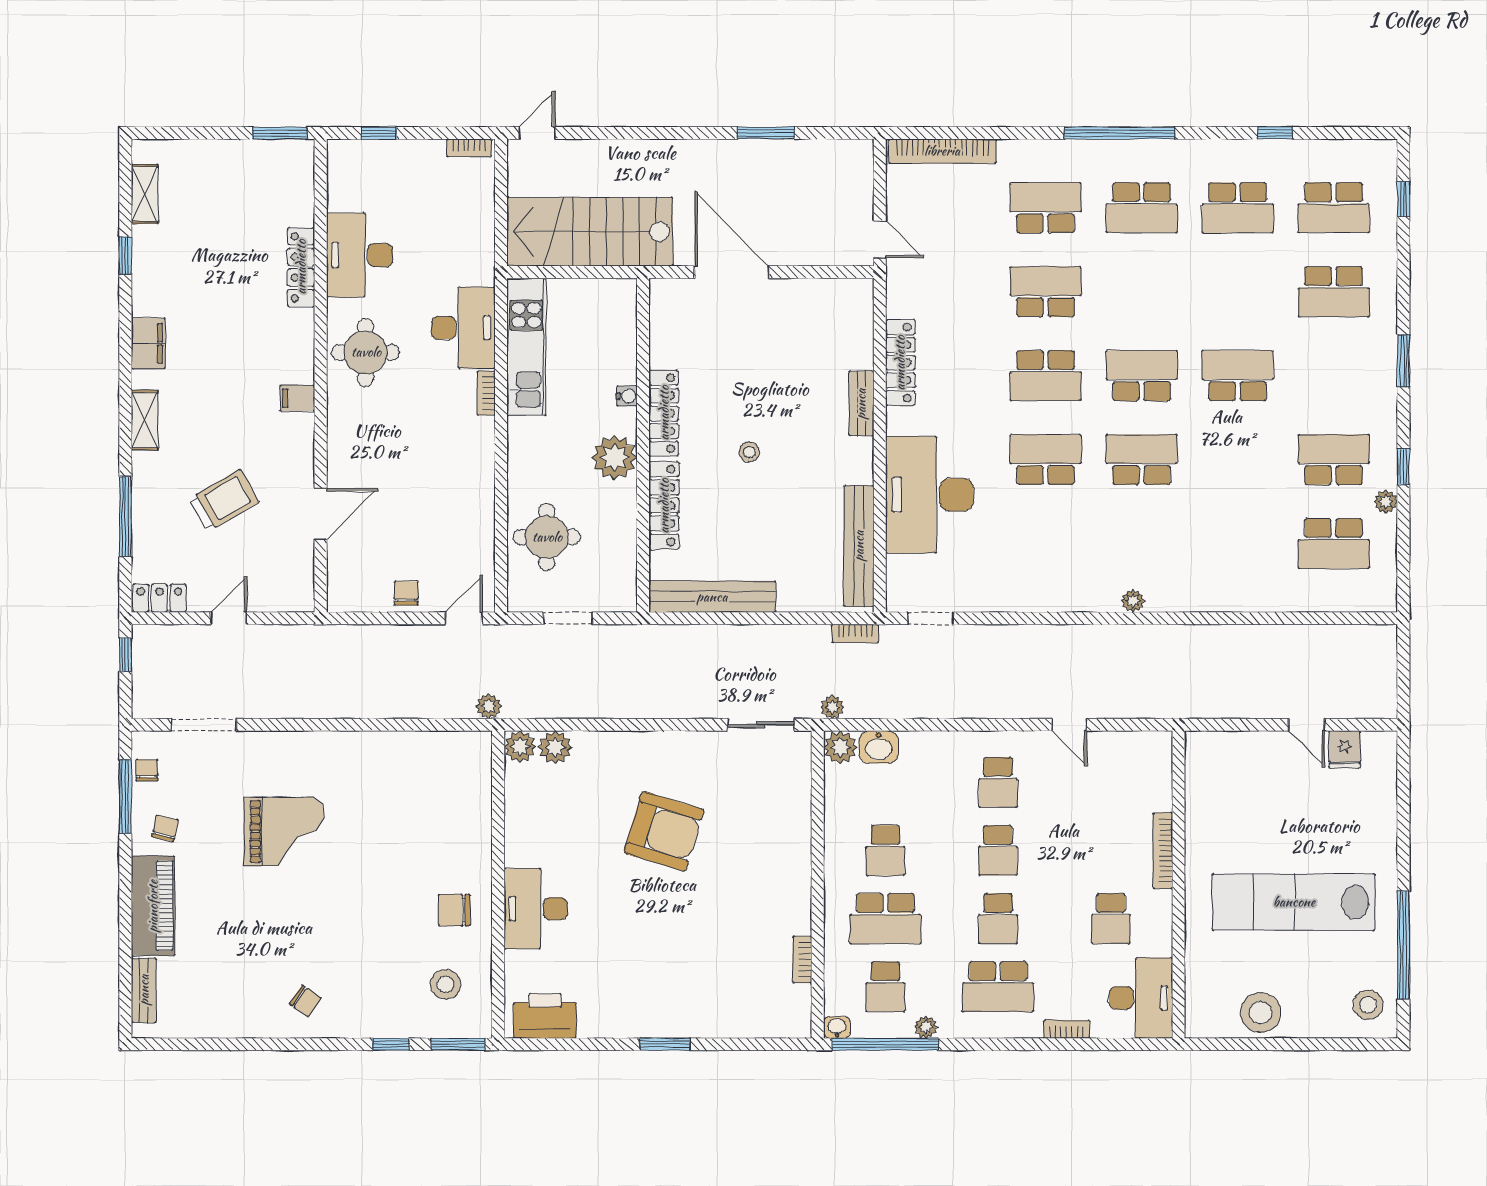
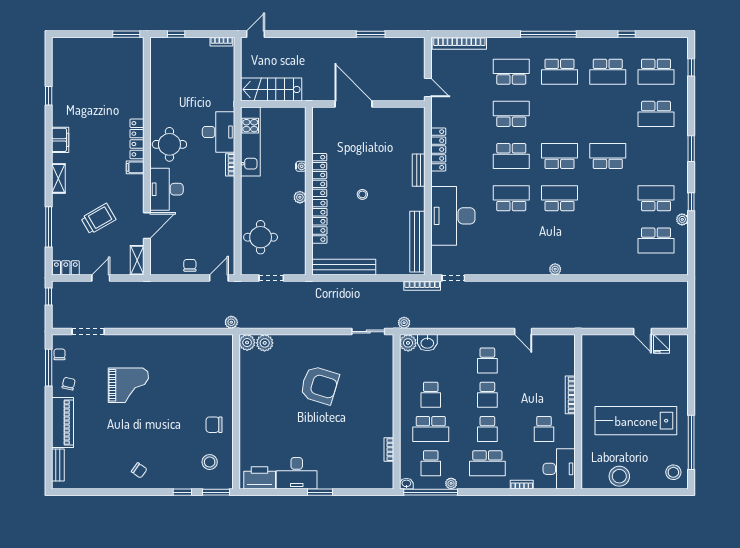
shelving: (145, 194) -> (137, 260), moved
stairs: (590, 232) -> (271, 89), width x0.73, depth x0.66
desk: (360, 255) -> (166, 189), moved
locker: (301, 267) -> (137, 139), moved
plant: (615, 458) -> (300, 197), width x0.53, depth x0.53
bookcase: (855, 633) -> (422, 286), width x1.56
desk: (536, 909) -> (297, 473), moved, turned -90

